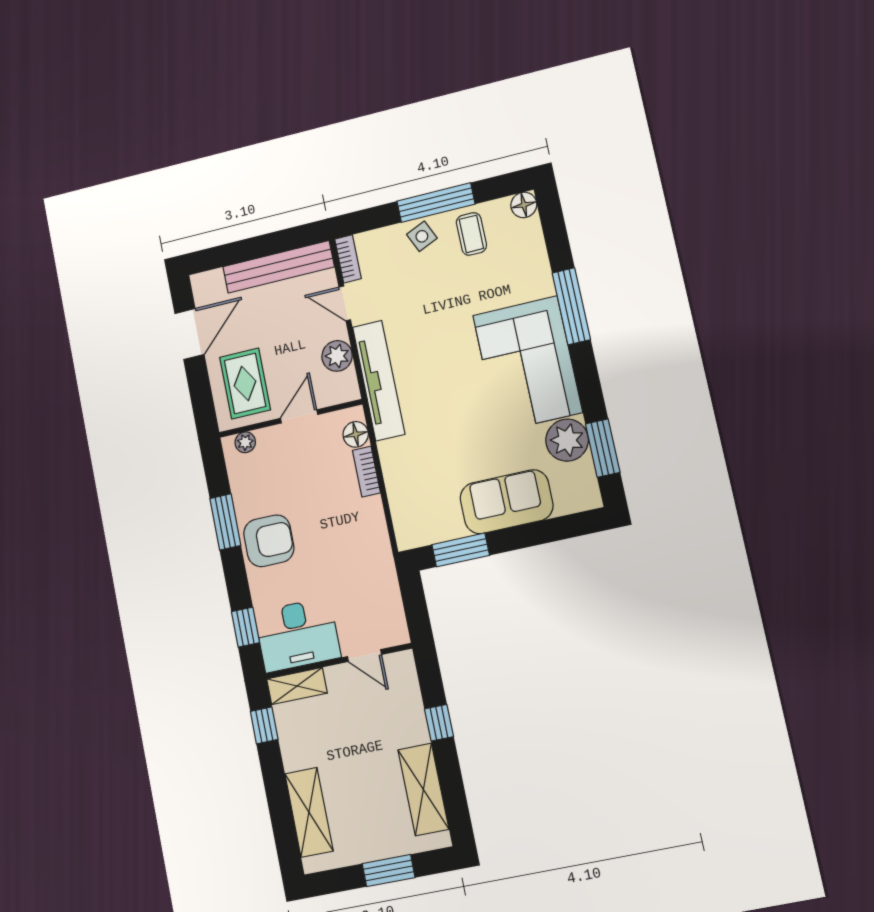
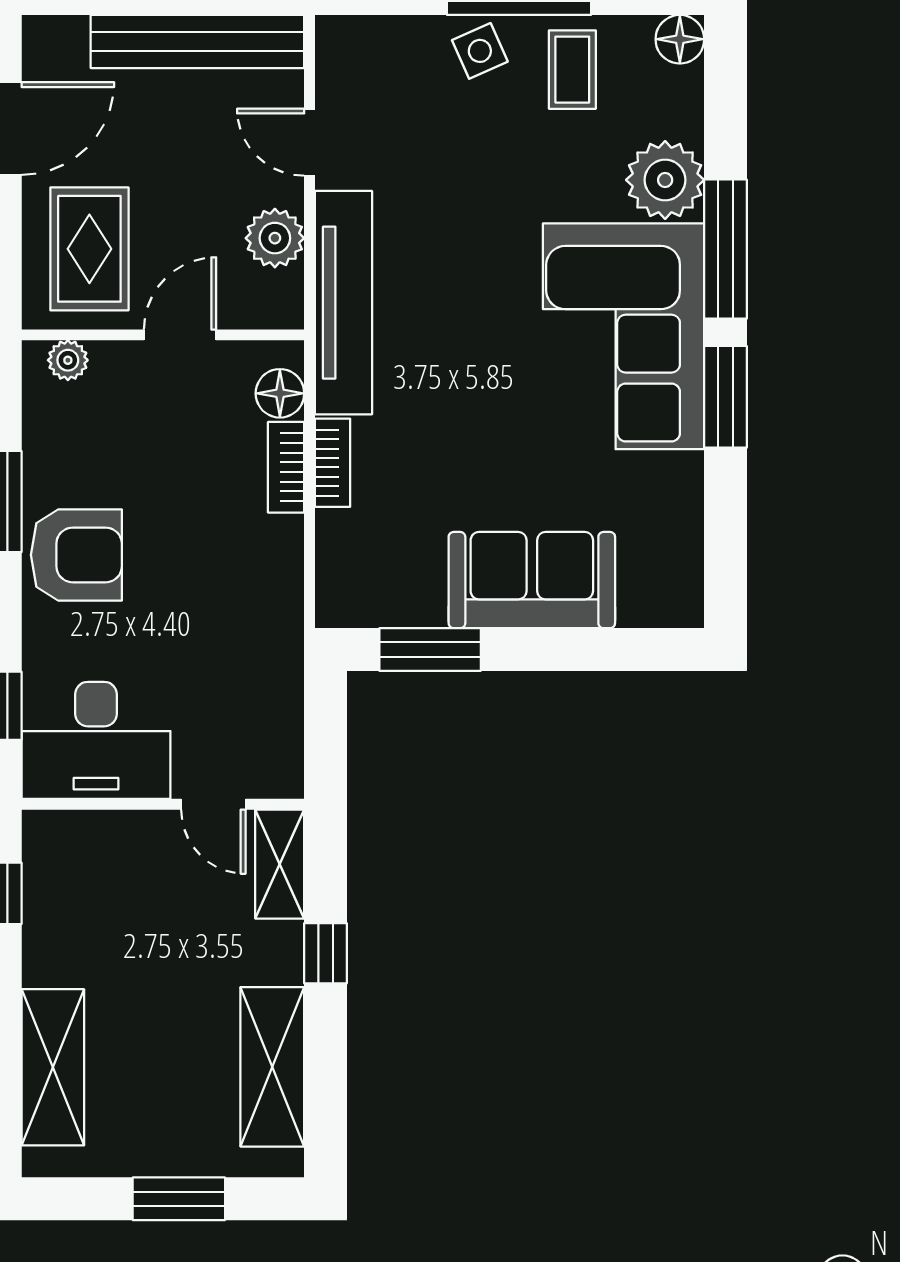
bookcase: (348, 259) -> (333, 463), moved
plant: (567, 440) -> (665, 180), moved
window: (603, 448) -> (725, 397), moved
shelving: (297, 686) -> (280, 864), moved, turned 90

